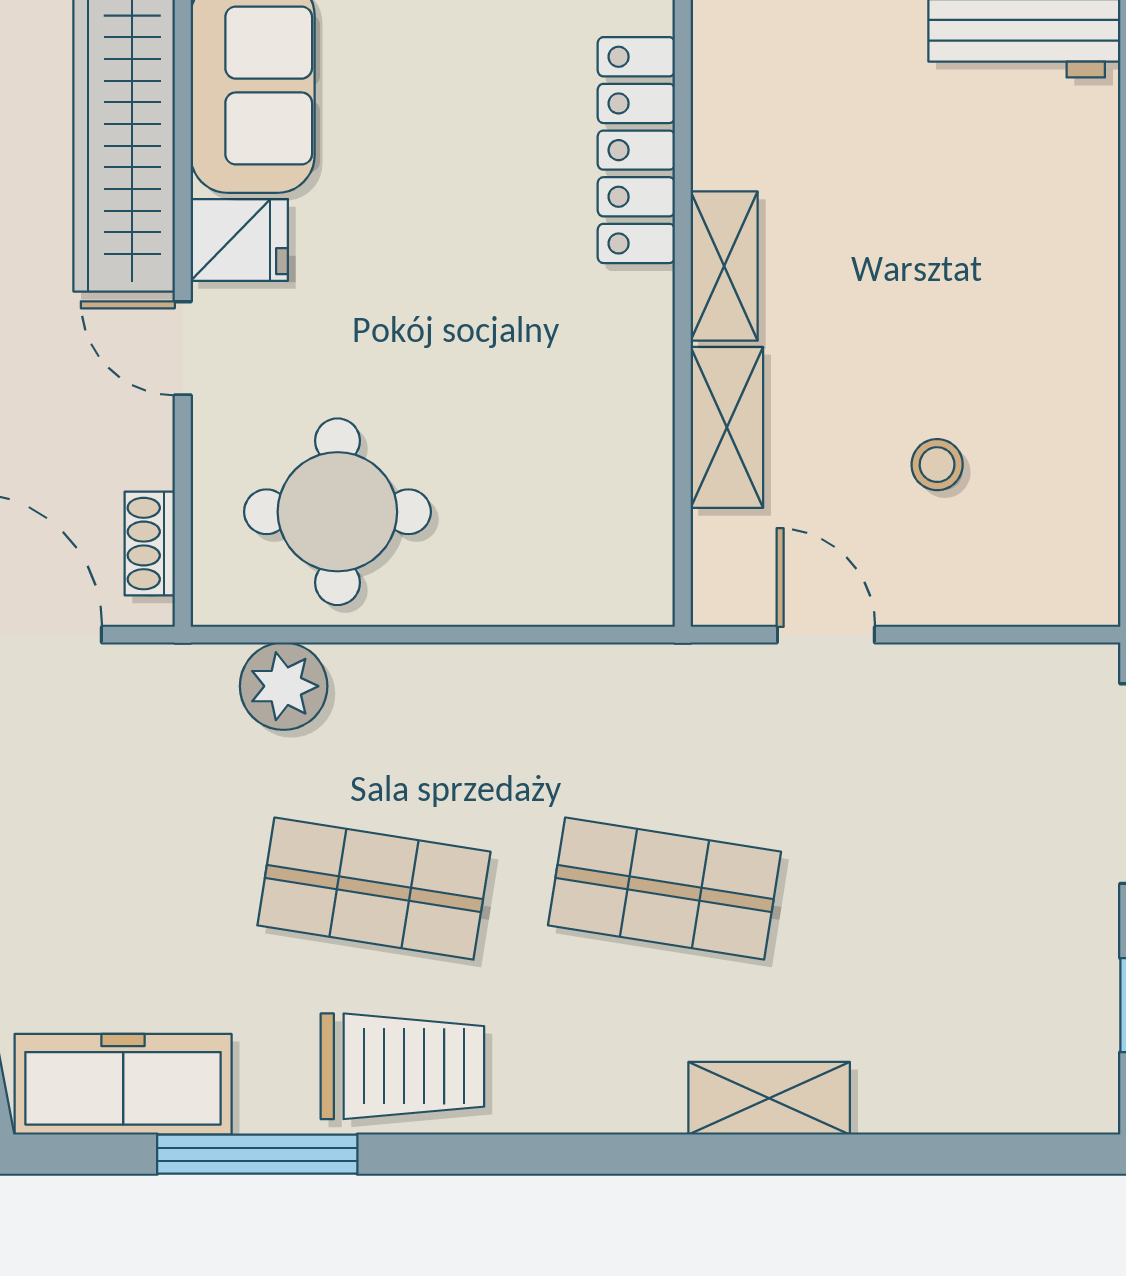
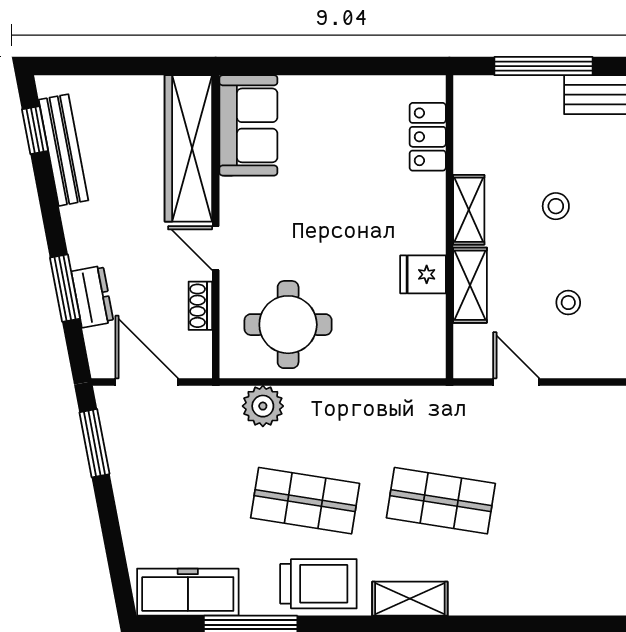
locker: (636, 150) -> (428, 137), width x0.66
fridge: (239, 240) -> (423, 274), moved, turned 180
stool: (910, 258) -> (556, 206), added
shoe rack: (150, 544) -> (200, 306), moved
shelving: (769, 1098) -> (410, 599), moved

